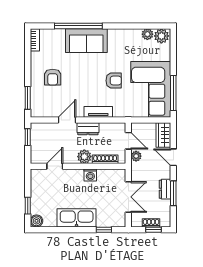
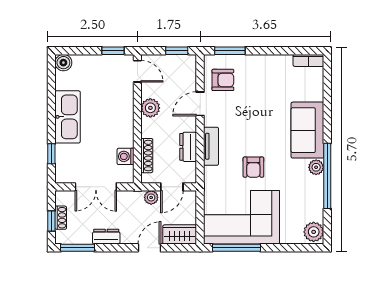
window: (78, 26) -> (327, 176), moved
plant: (147, 34) -> (316, 167), moved
armchair: (53, 77) -> (223, 80), moved, turned 180
door: (67, 120) -> (200, 104), swing flipped
dresser: (88, 129) -> (188, 147), moved
plant: (84, 157) -> (150, 108), moved
door: (55, 166) -> (137, 71), moved
washing machine: (90, 175) -> (125, 156), moved
window: (173, 193) -> (78, 248), moved
window: (28, 206) -> (113, 51), moved

